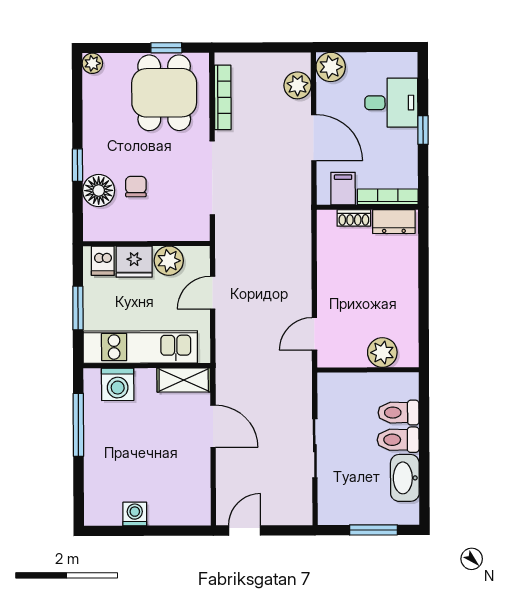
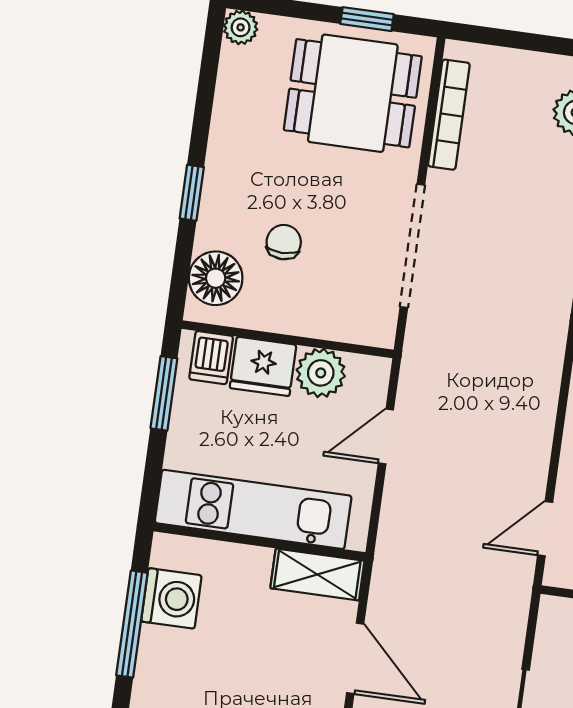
dining table: (164, 93) -> (353, 93), turned 90
floor lamp: (99, 191) -> (216, 278), moved
window: (78, 308) -> (164, 393), moved
washing machine: (118, 384) -> (171, 598), moved, turned -90

